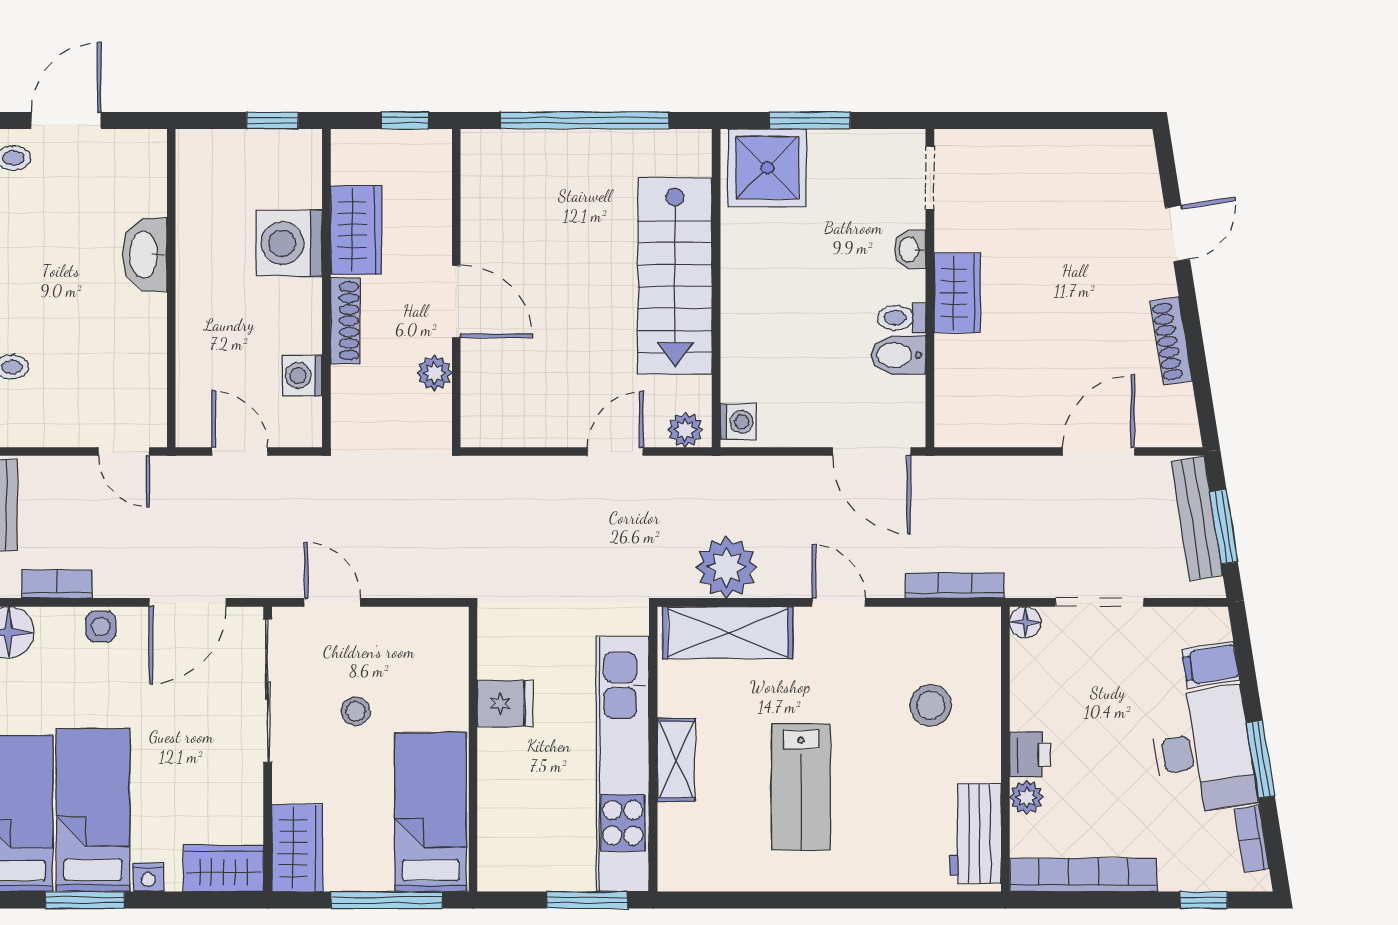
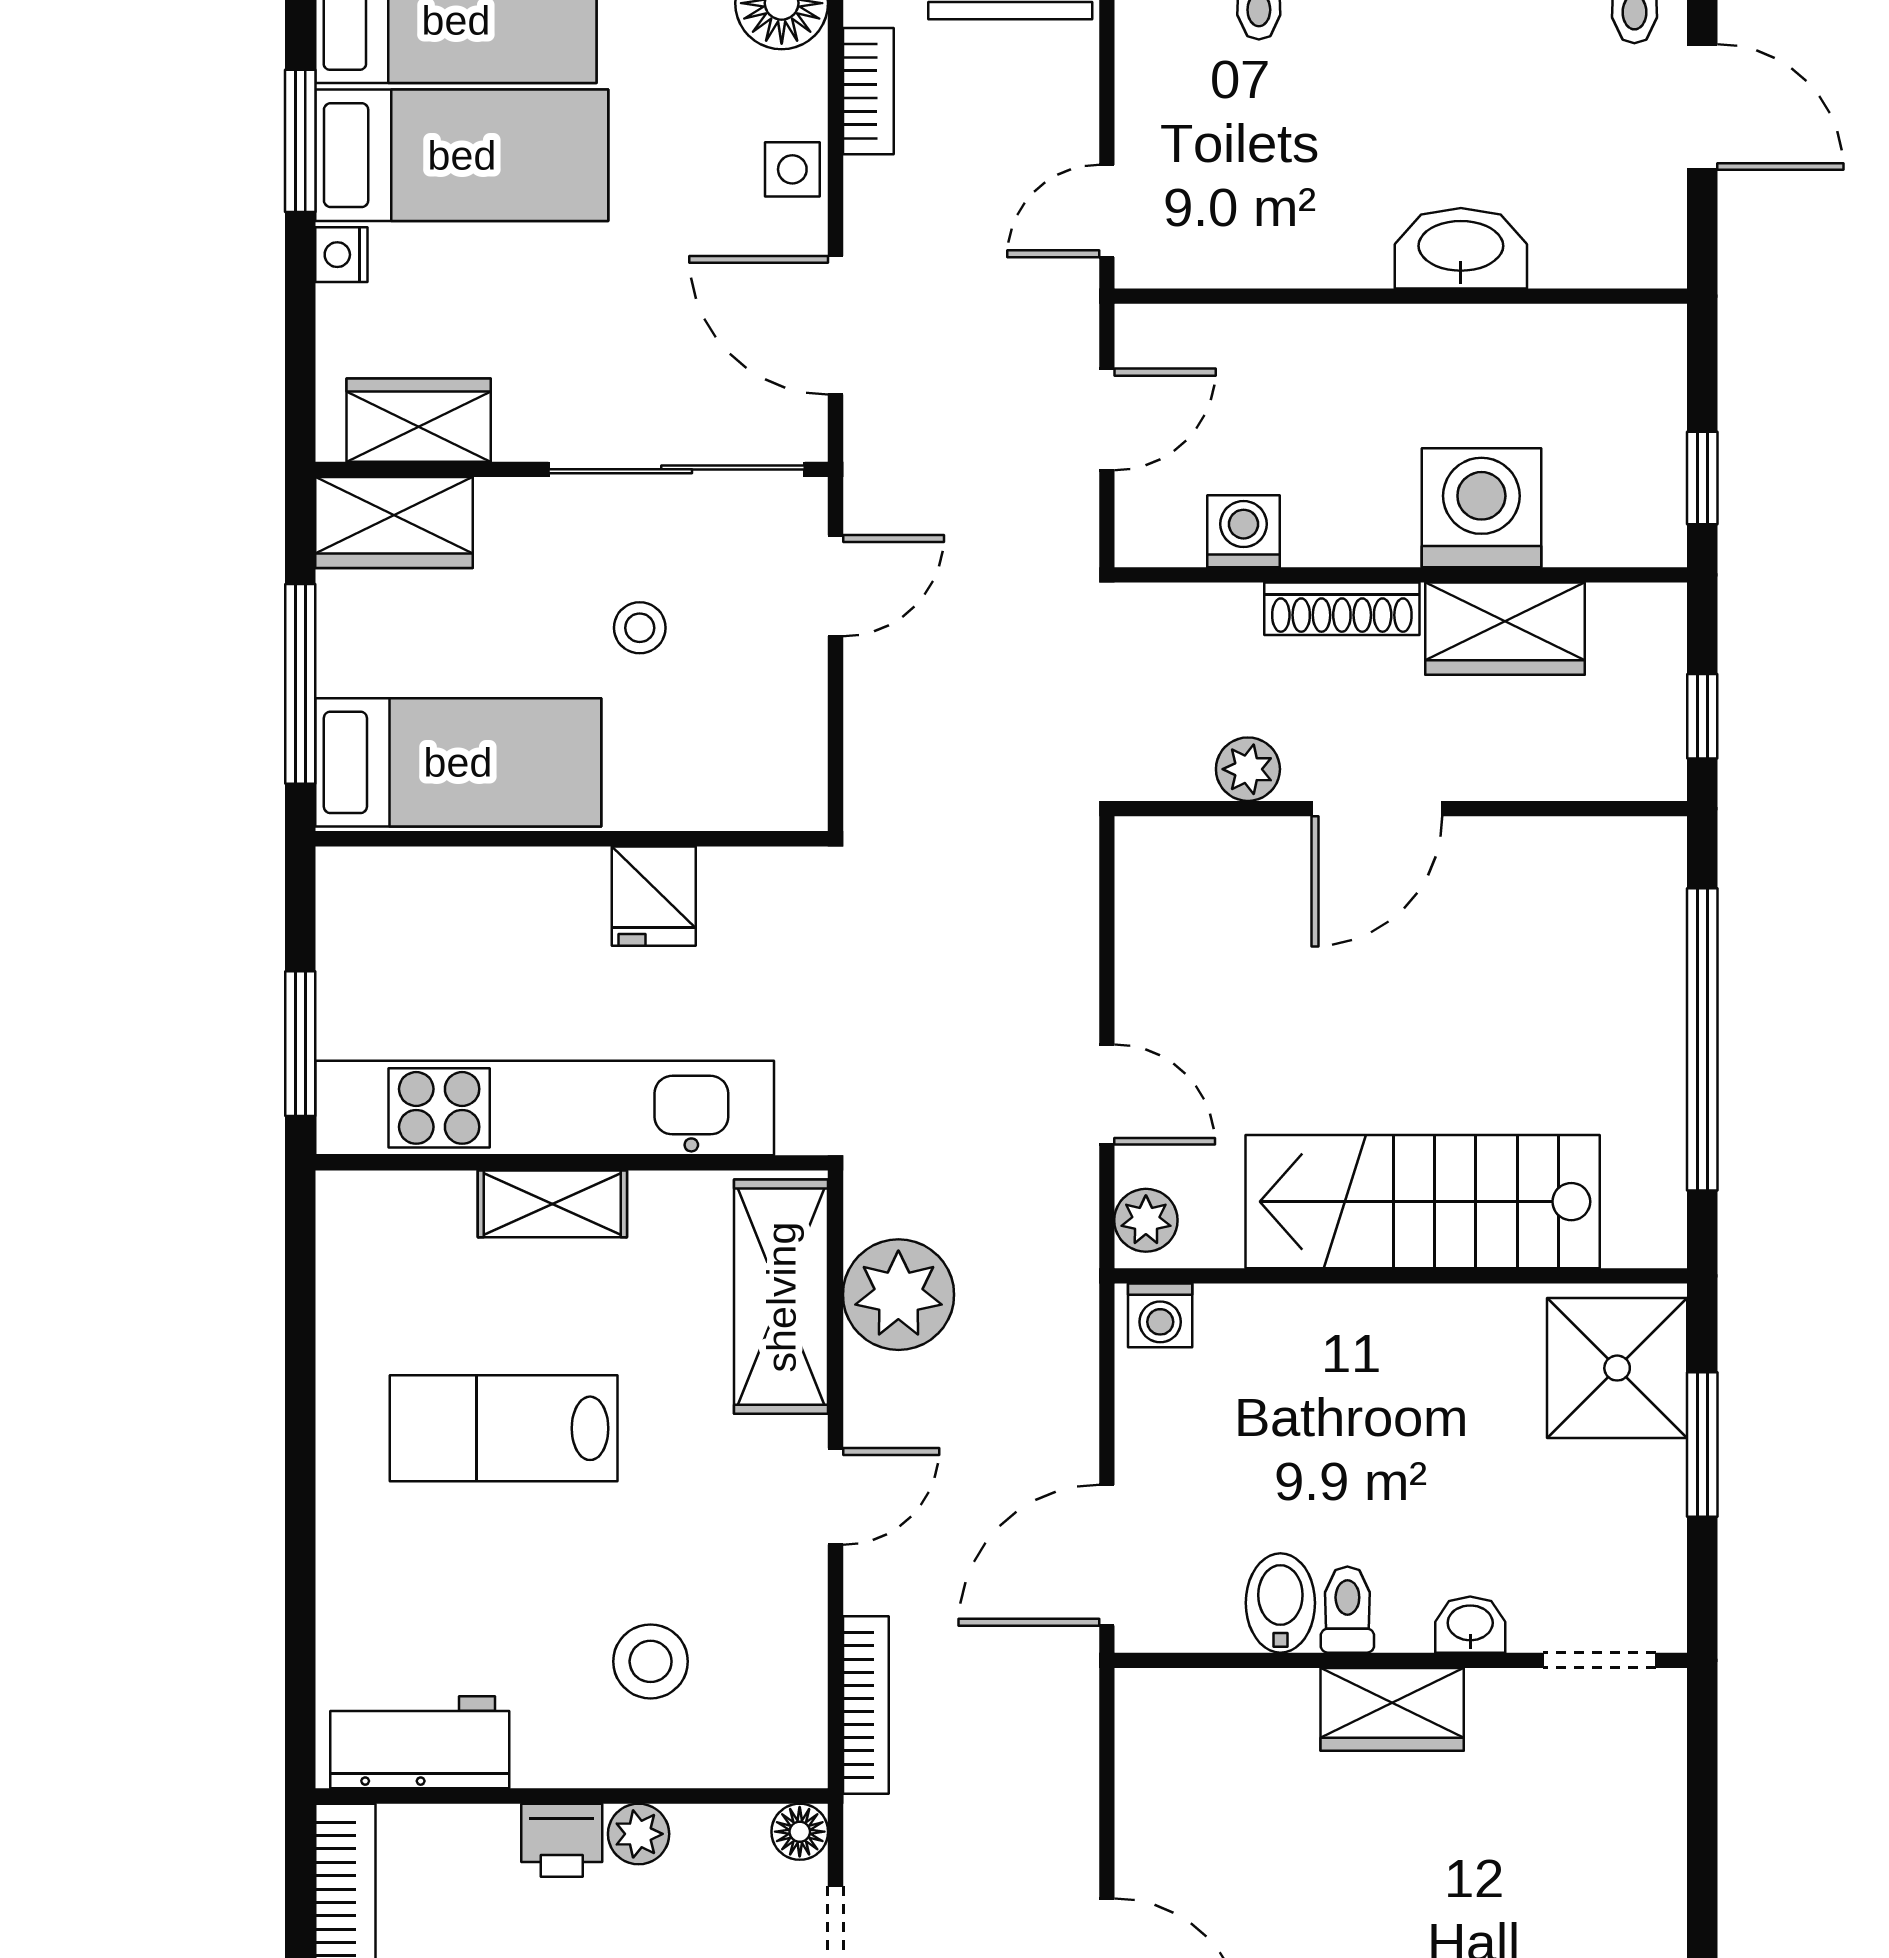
plant: (1027, 797) -> (639, 1834), moved
wardrobe: (223, 868) -> (419, 420), moved, turned -90

